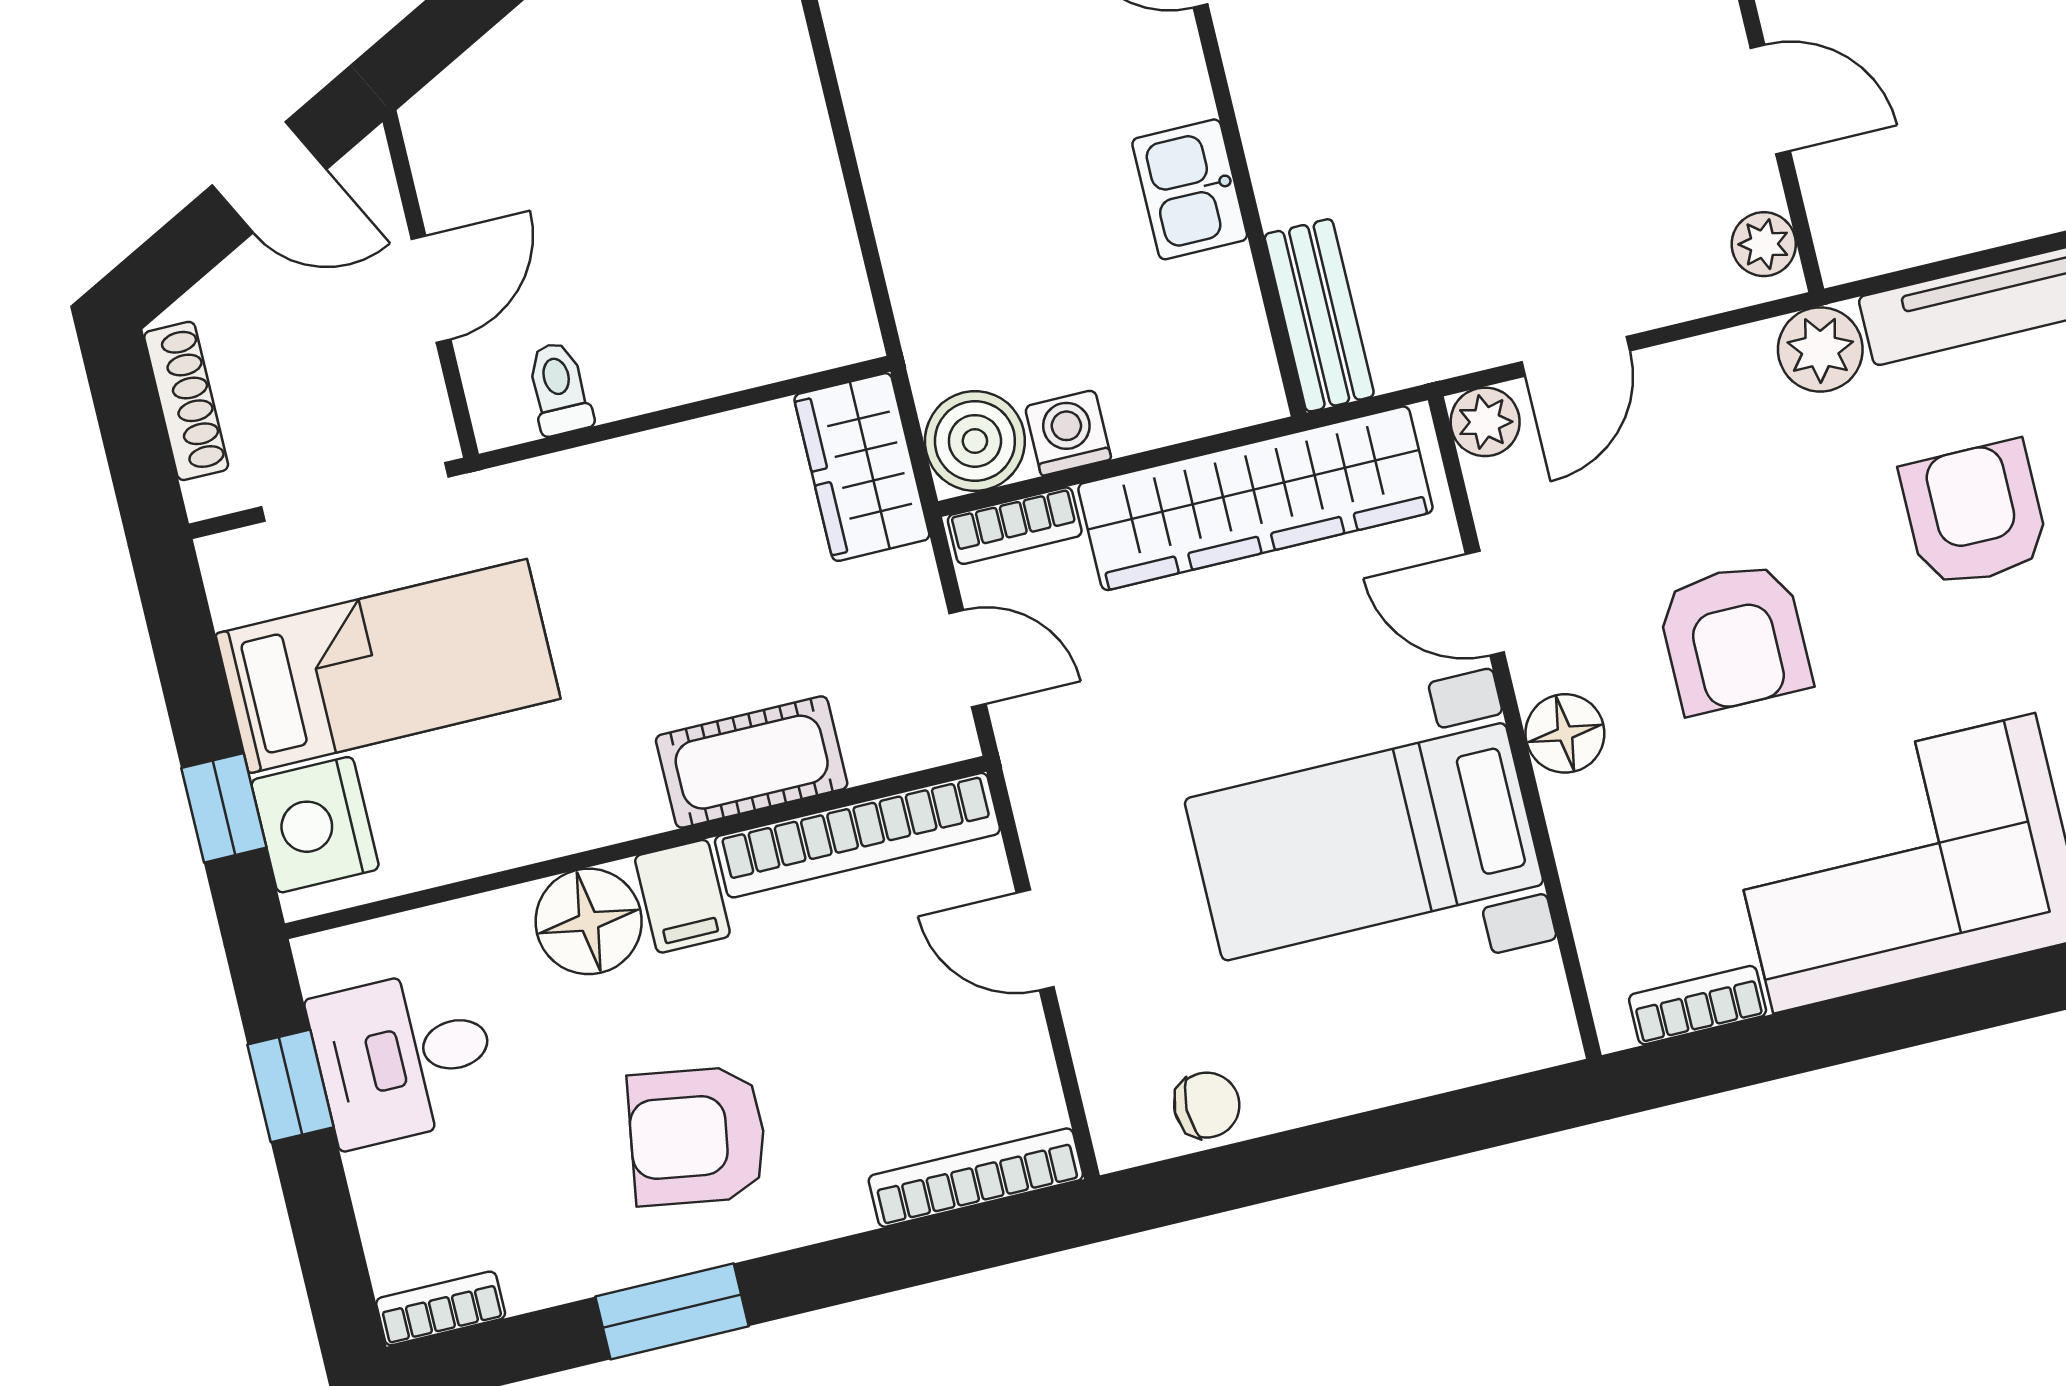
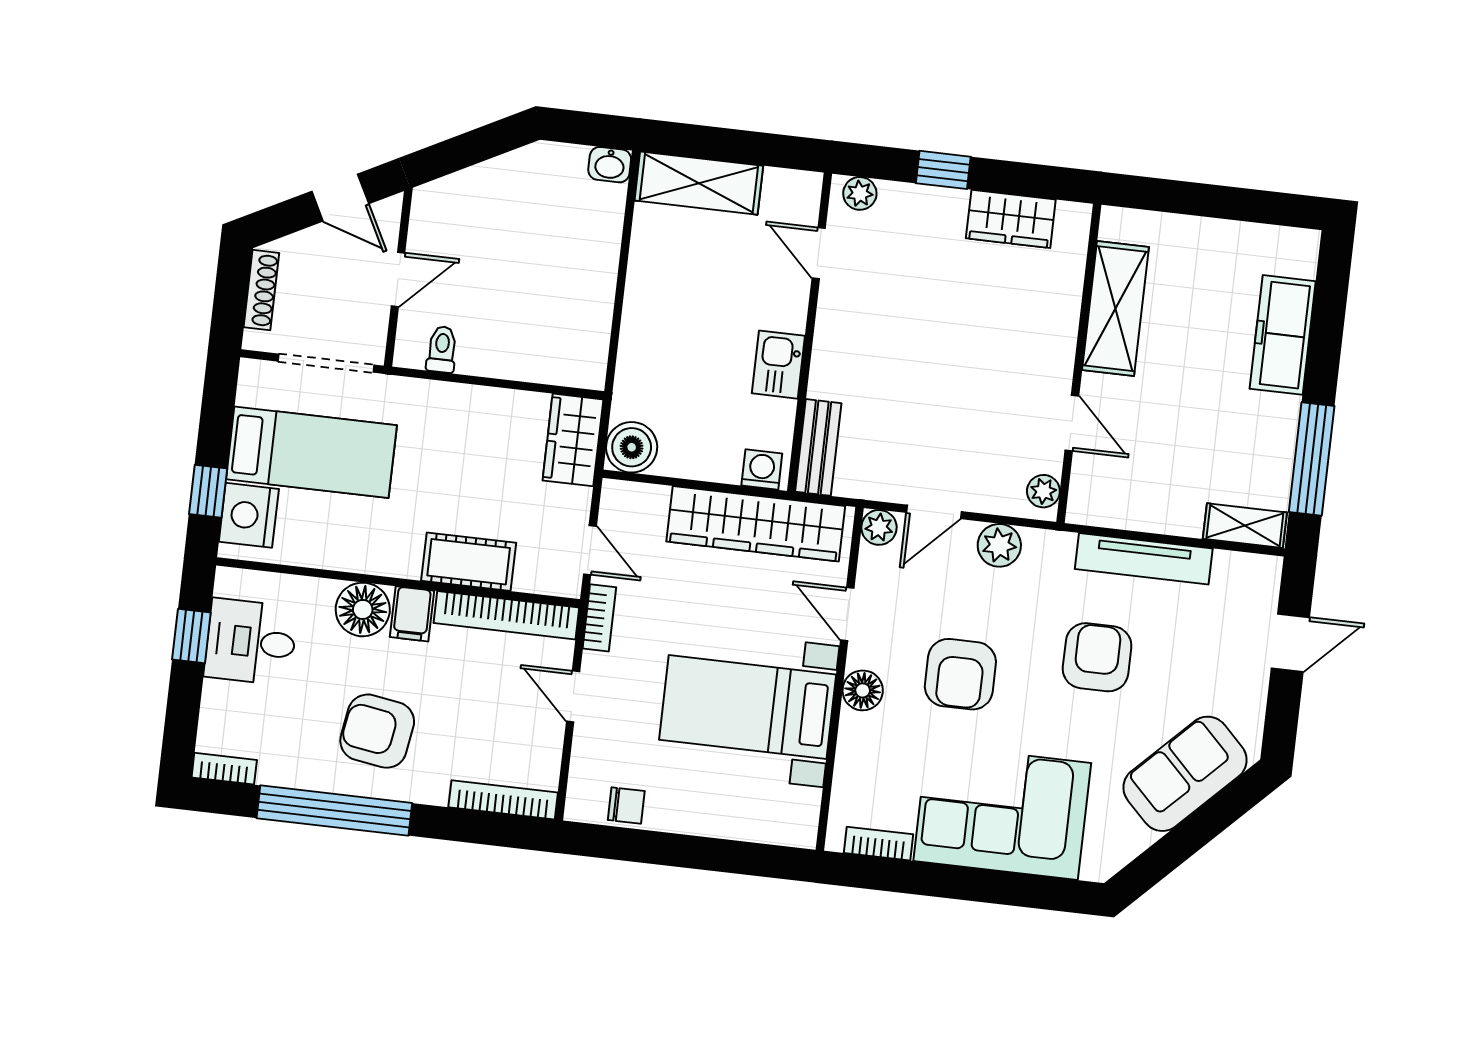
plant: (1820, 349) -> (999, 545), moved
washing machine: (1068, 433) -> (762, 469), moved
bookcase: (1015, 526) -> (599, 618), moved, turned -90
window: (672, 1311) -> (334, 811), width x2.11

